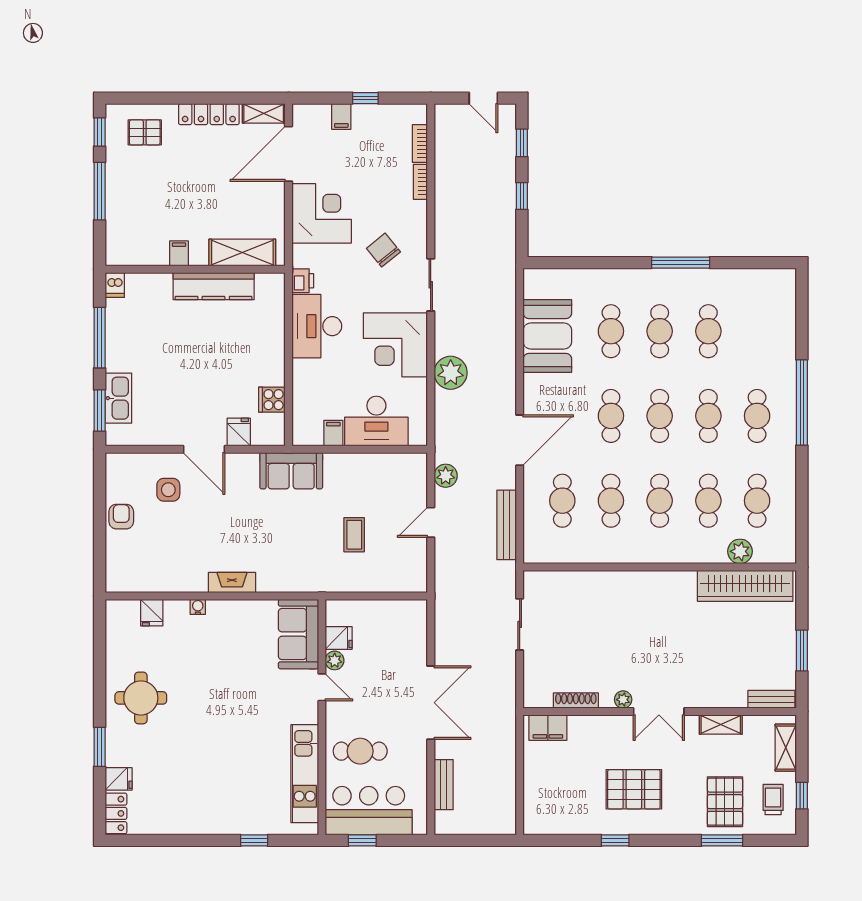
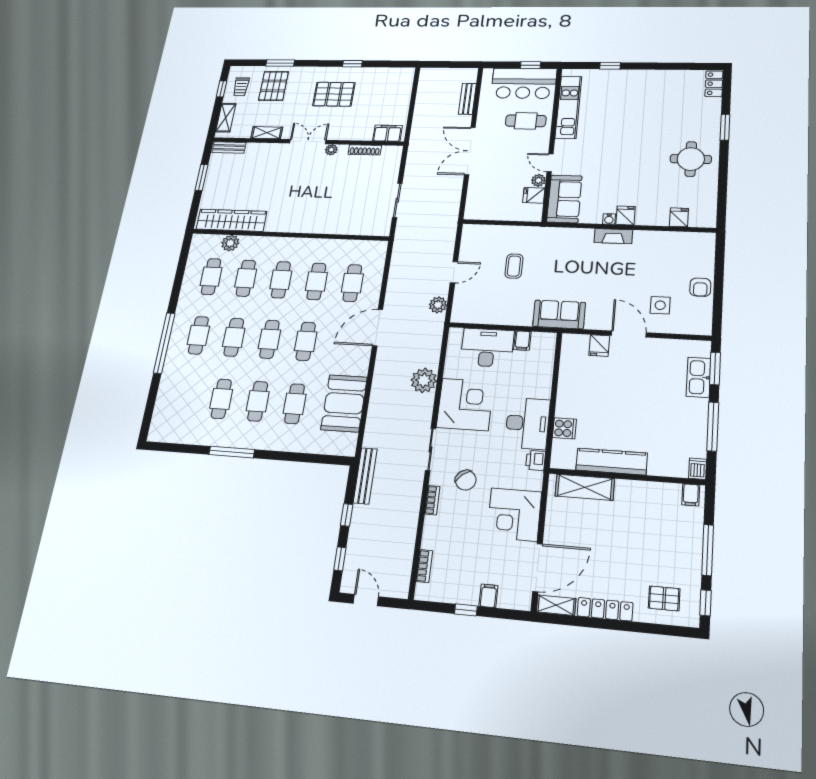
bookcase: (420, 182) -> (432, 500), moved
filing cabinet: (179, 253) -> (691, 495), moved
cooker: (272, 400) -> (564, 428), moved
bench: (507, 525) -> (365, 476), moved
water cooler: (198, 607) -> (609, 219), moved
fridge: (119, 779) -> (626, 215), moved, turned 90

